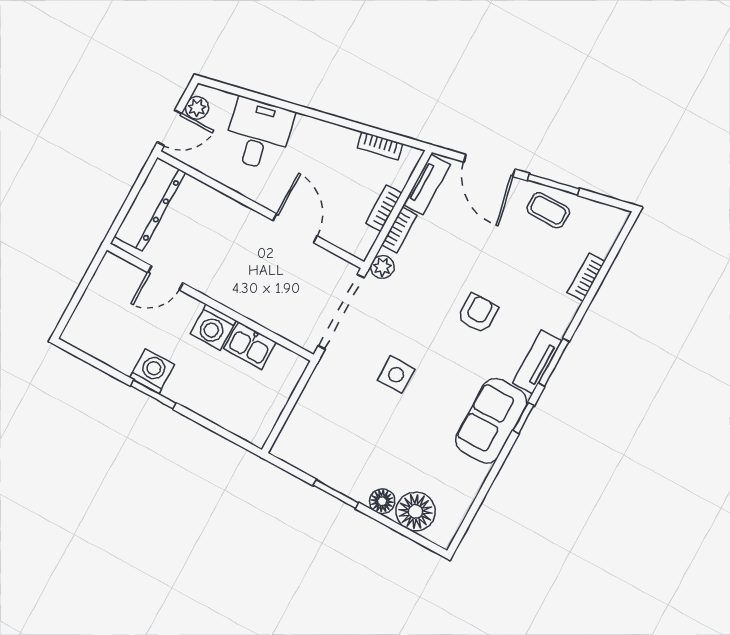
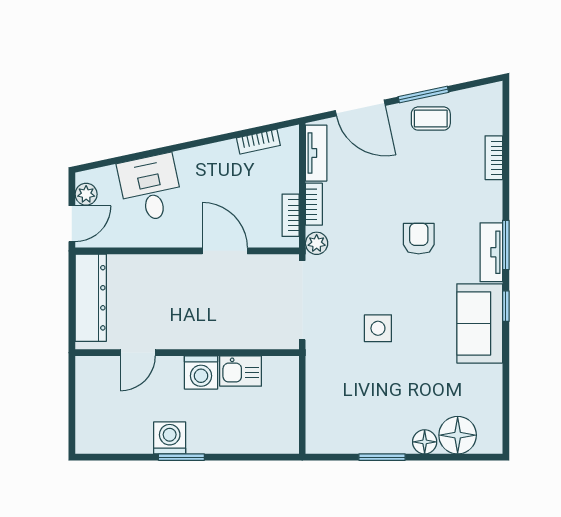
bookcase: (384, 208) -> (291, 215), moved

